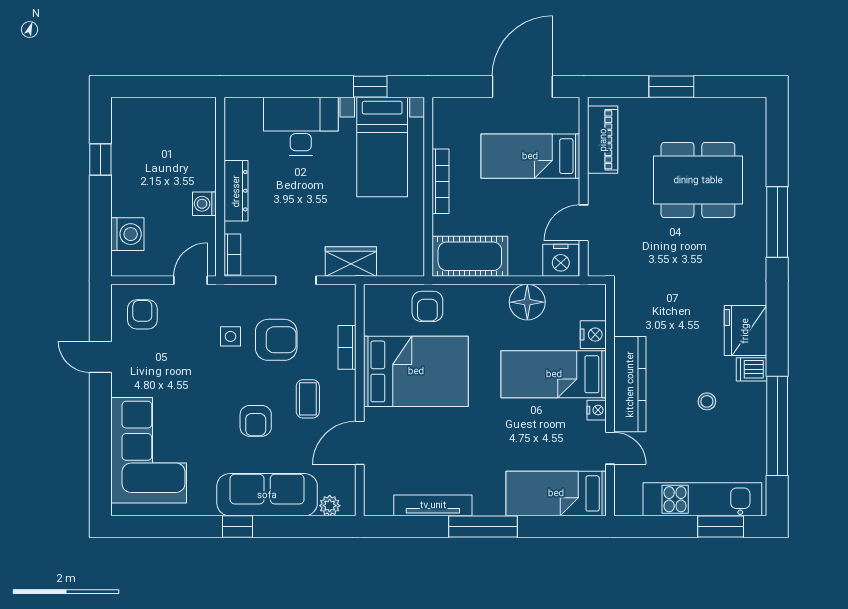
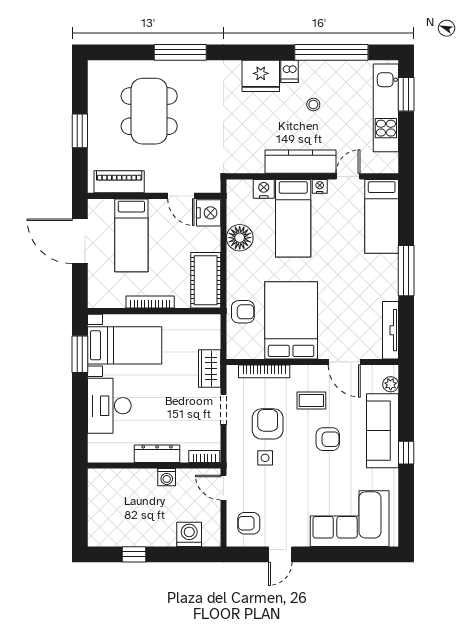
window: (370, 87) -> (80, 354), width x1.50
bookcase: (347, 347) -> (264, 371), width x1.56
tv unit: (433, 505) -> (390, 330), moved

